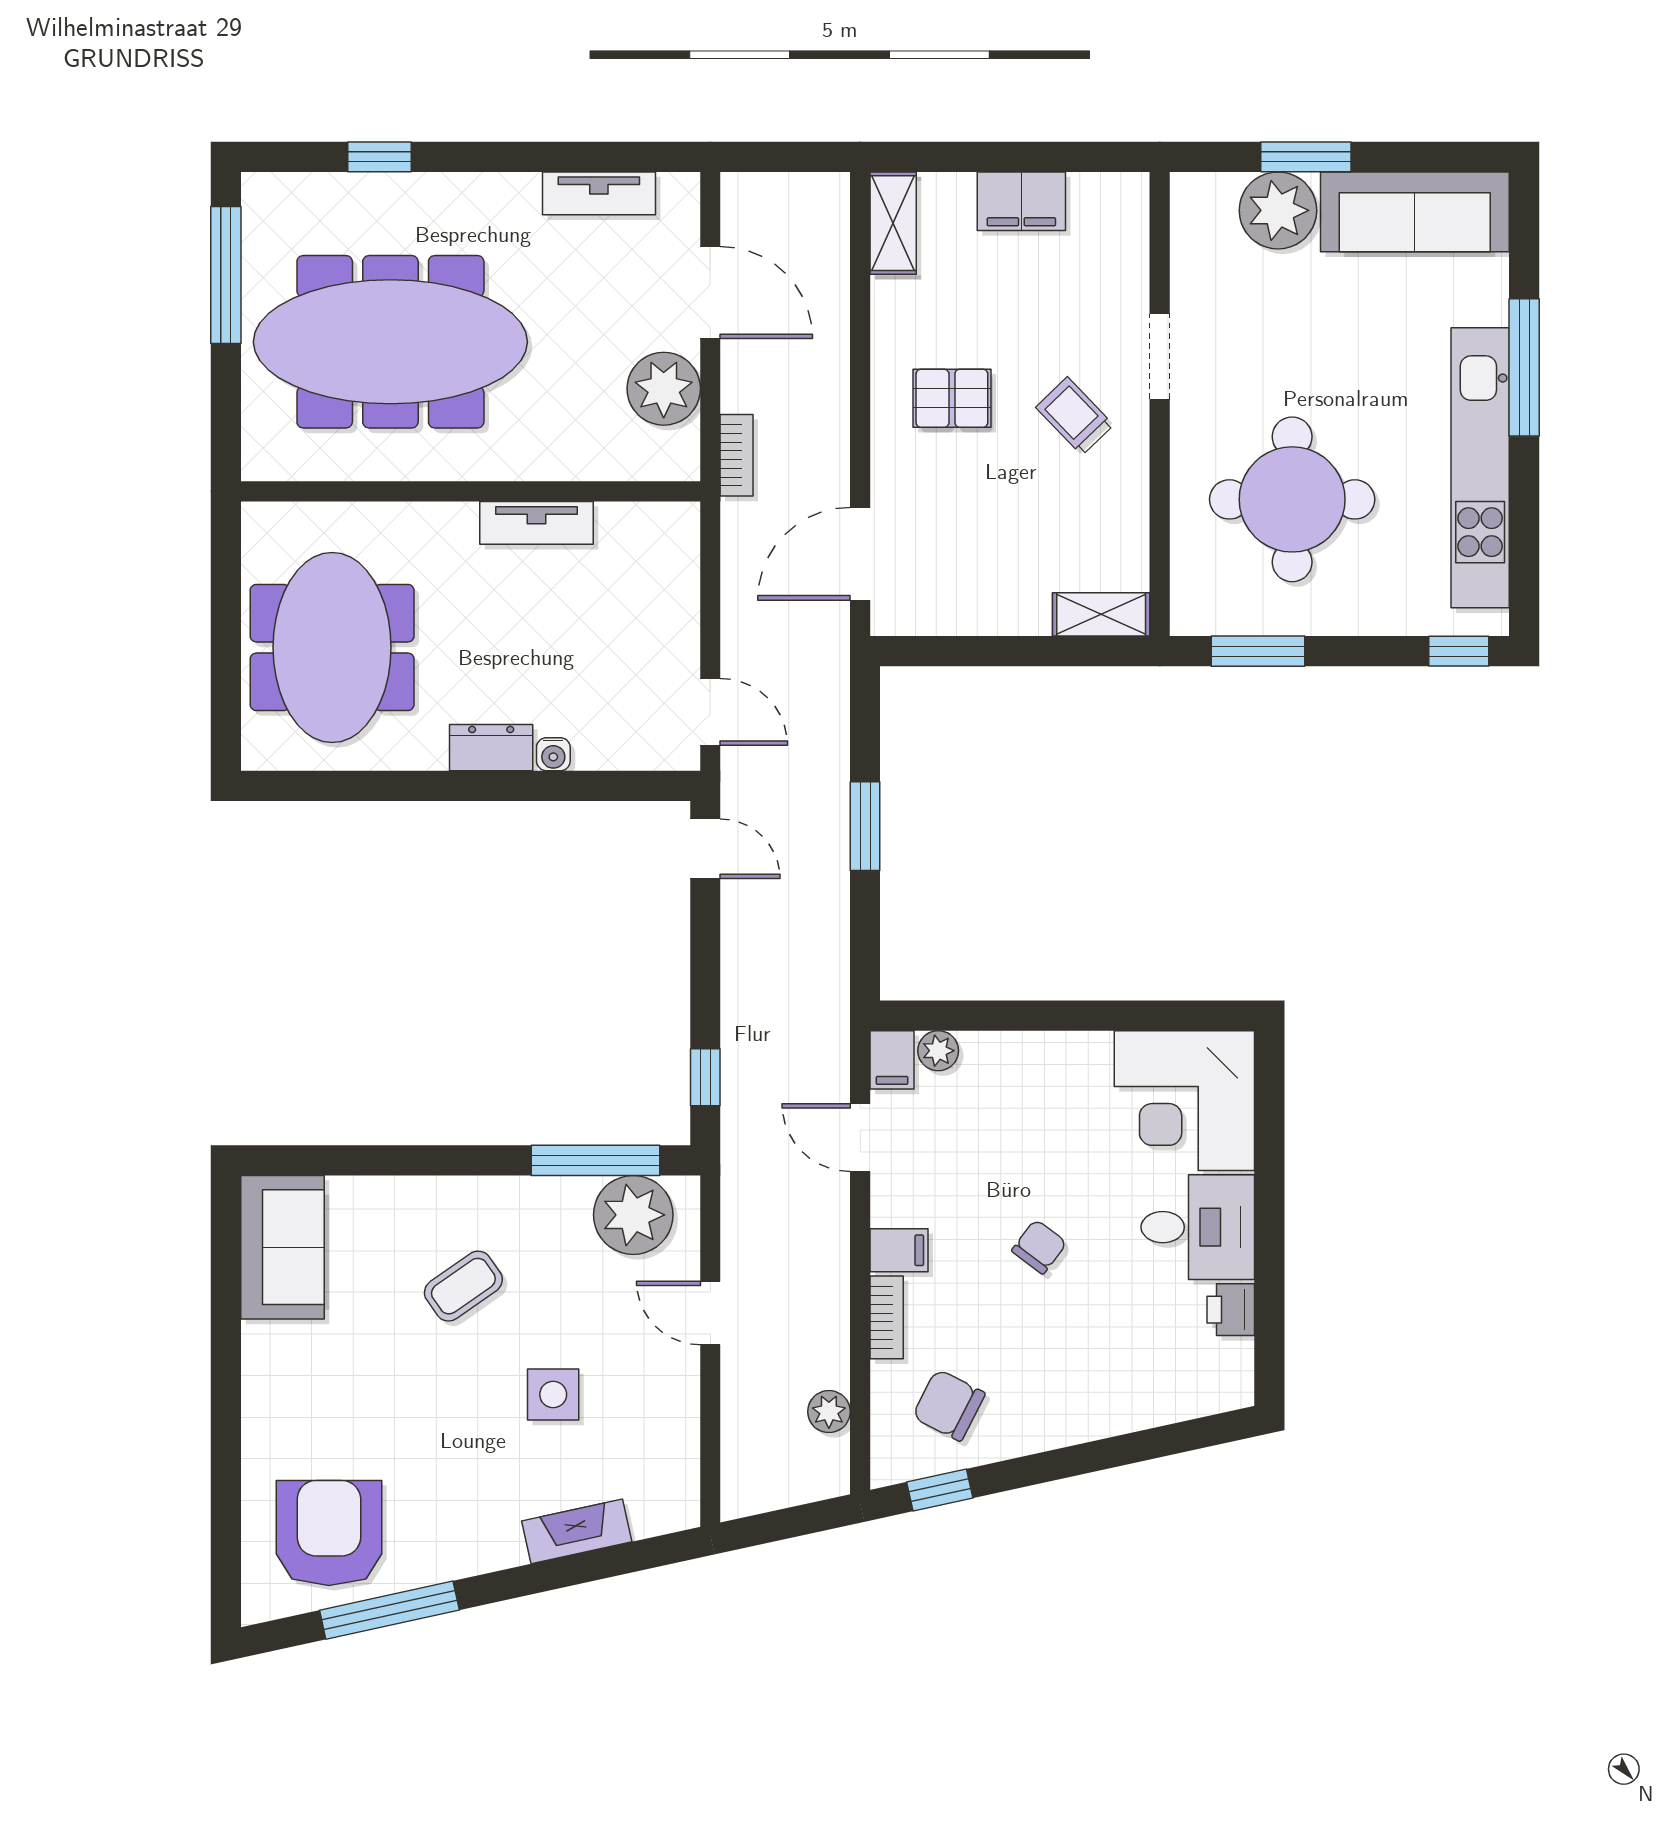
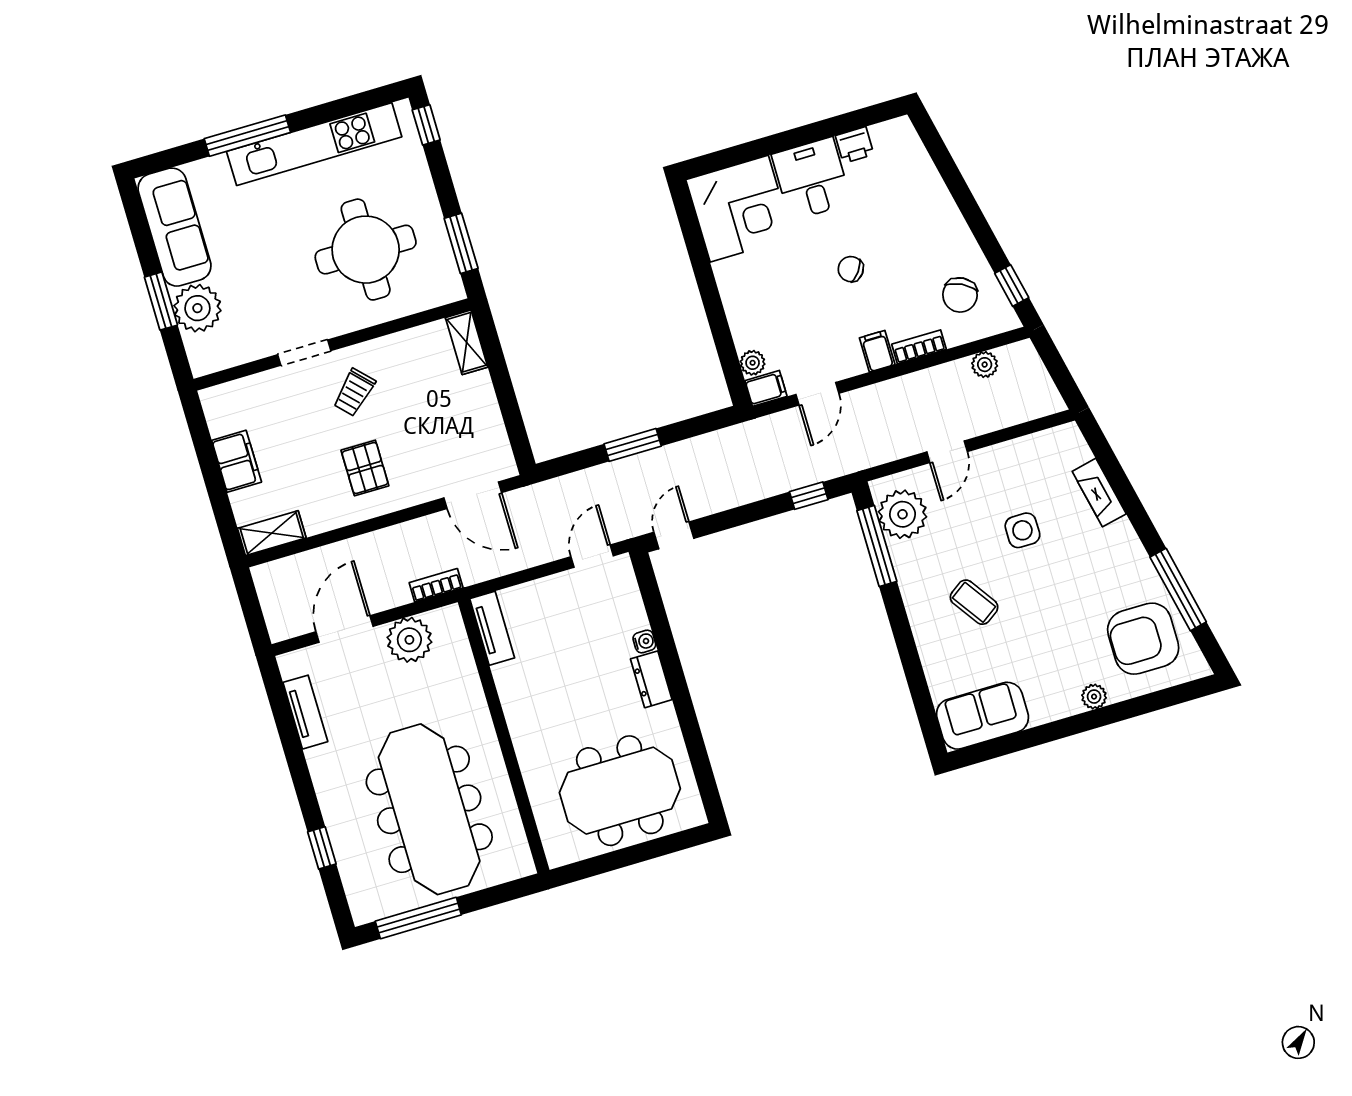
tv unit: (537, 523) -> (492, 628), moved
plant: (261, 1430) -> (1094, 697), added

